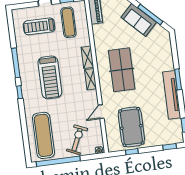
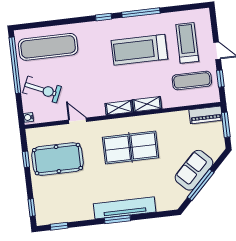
treadmill: (50, 77) -> (139, 50), moved
tv unit: (172, 95) -> (125, 208), moved

